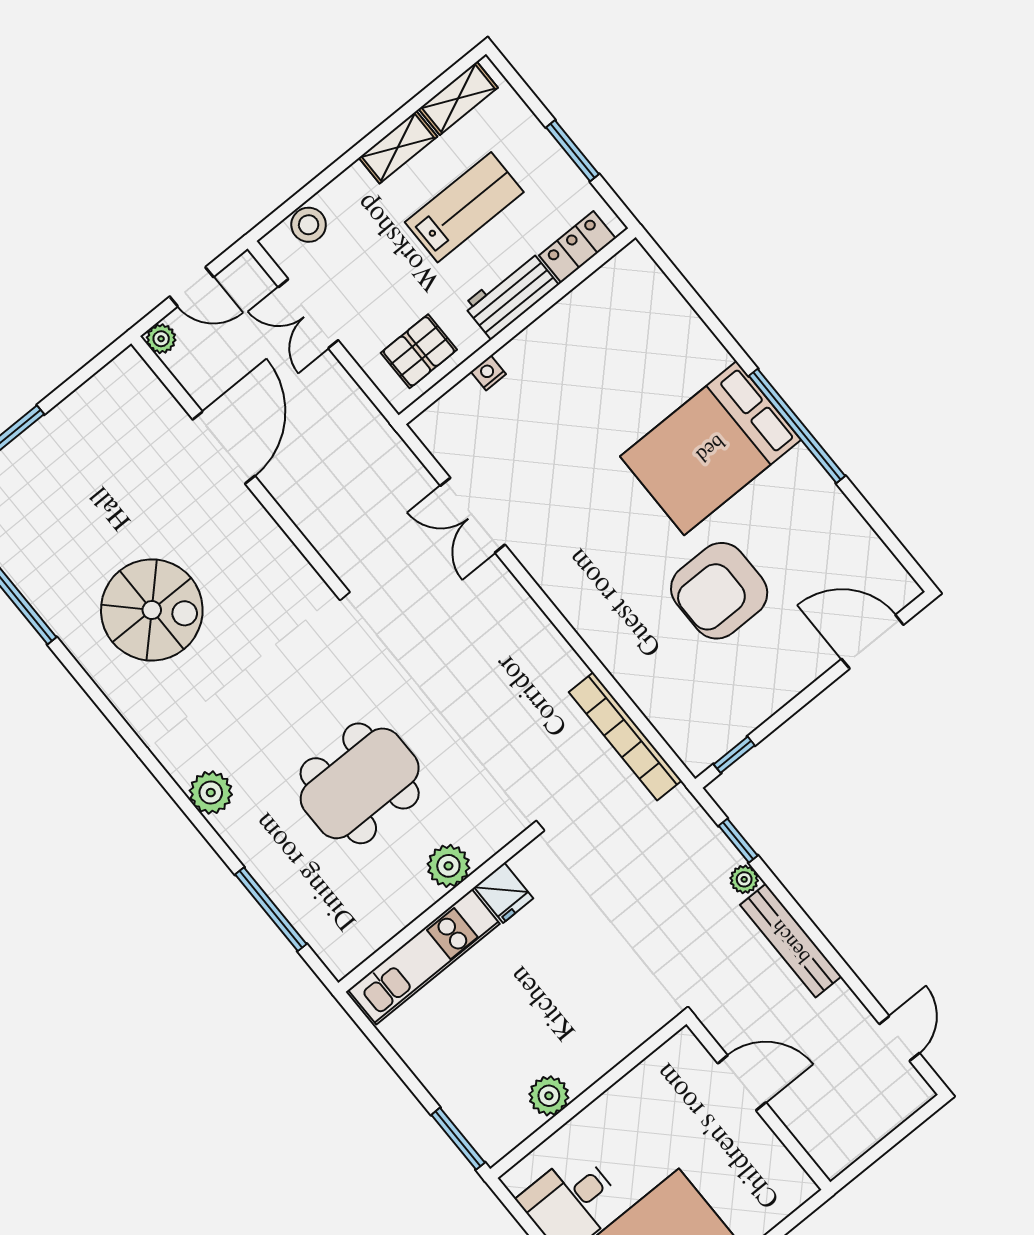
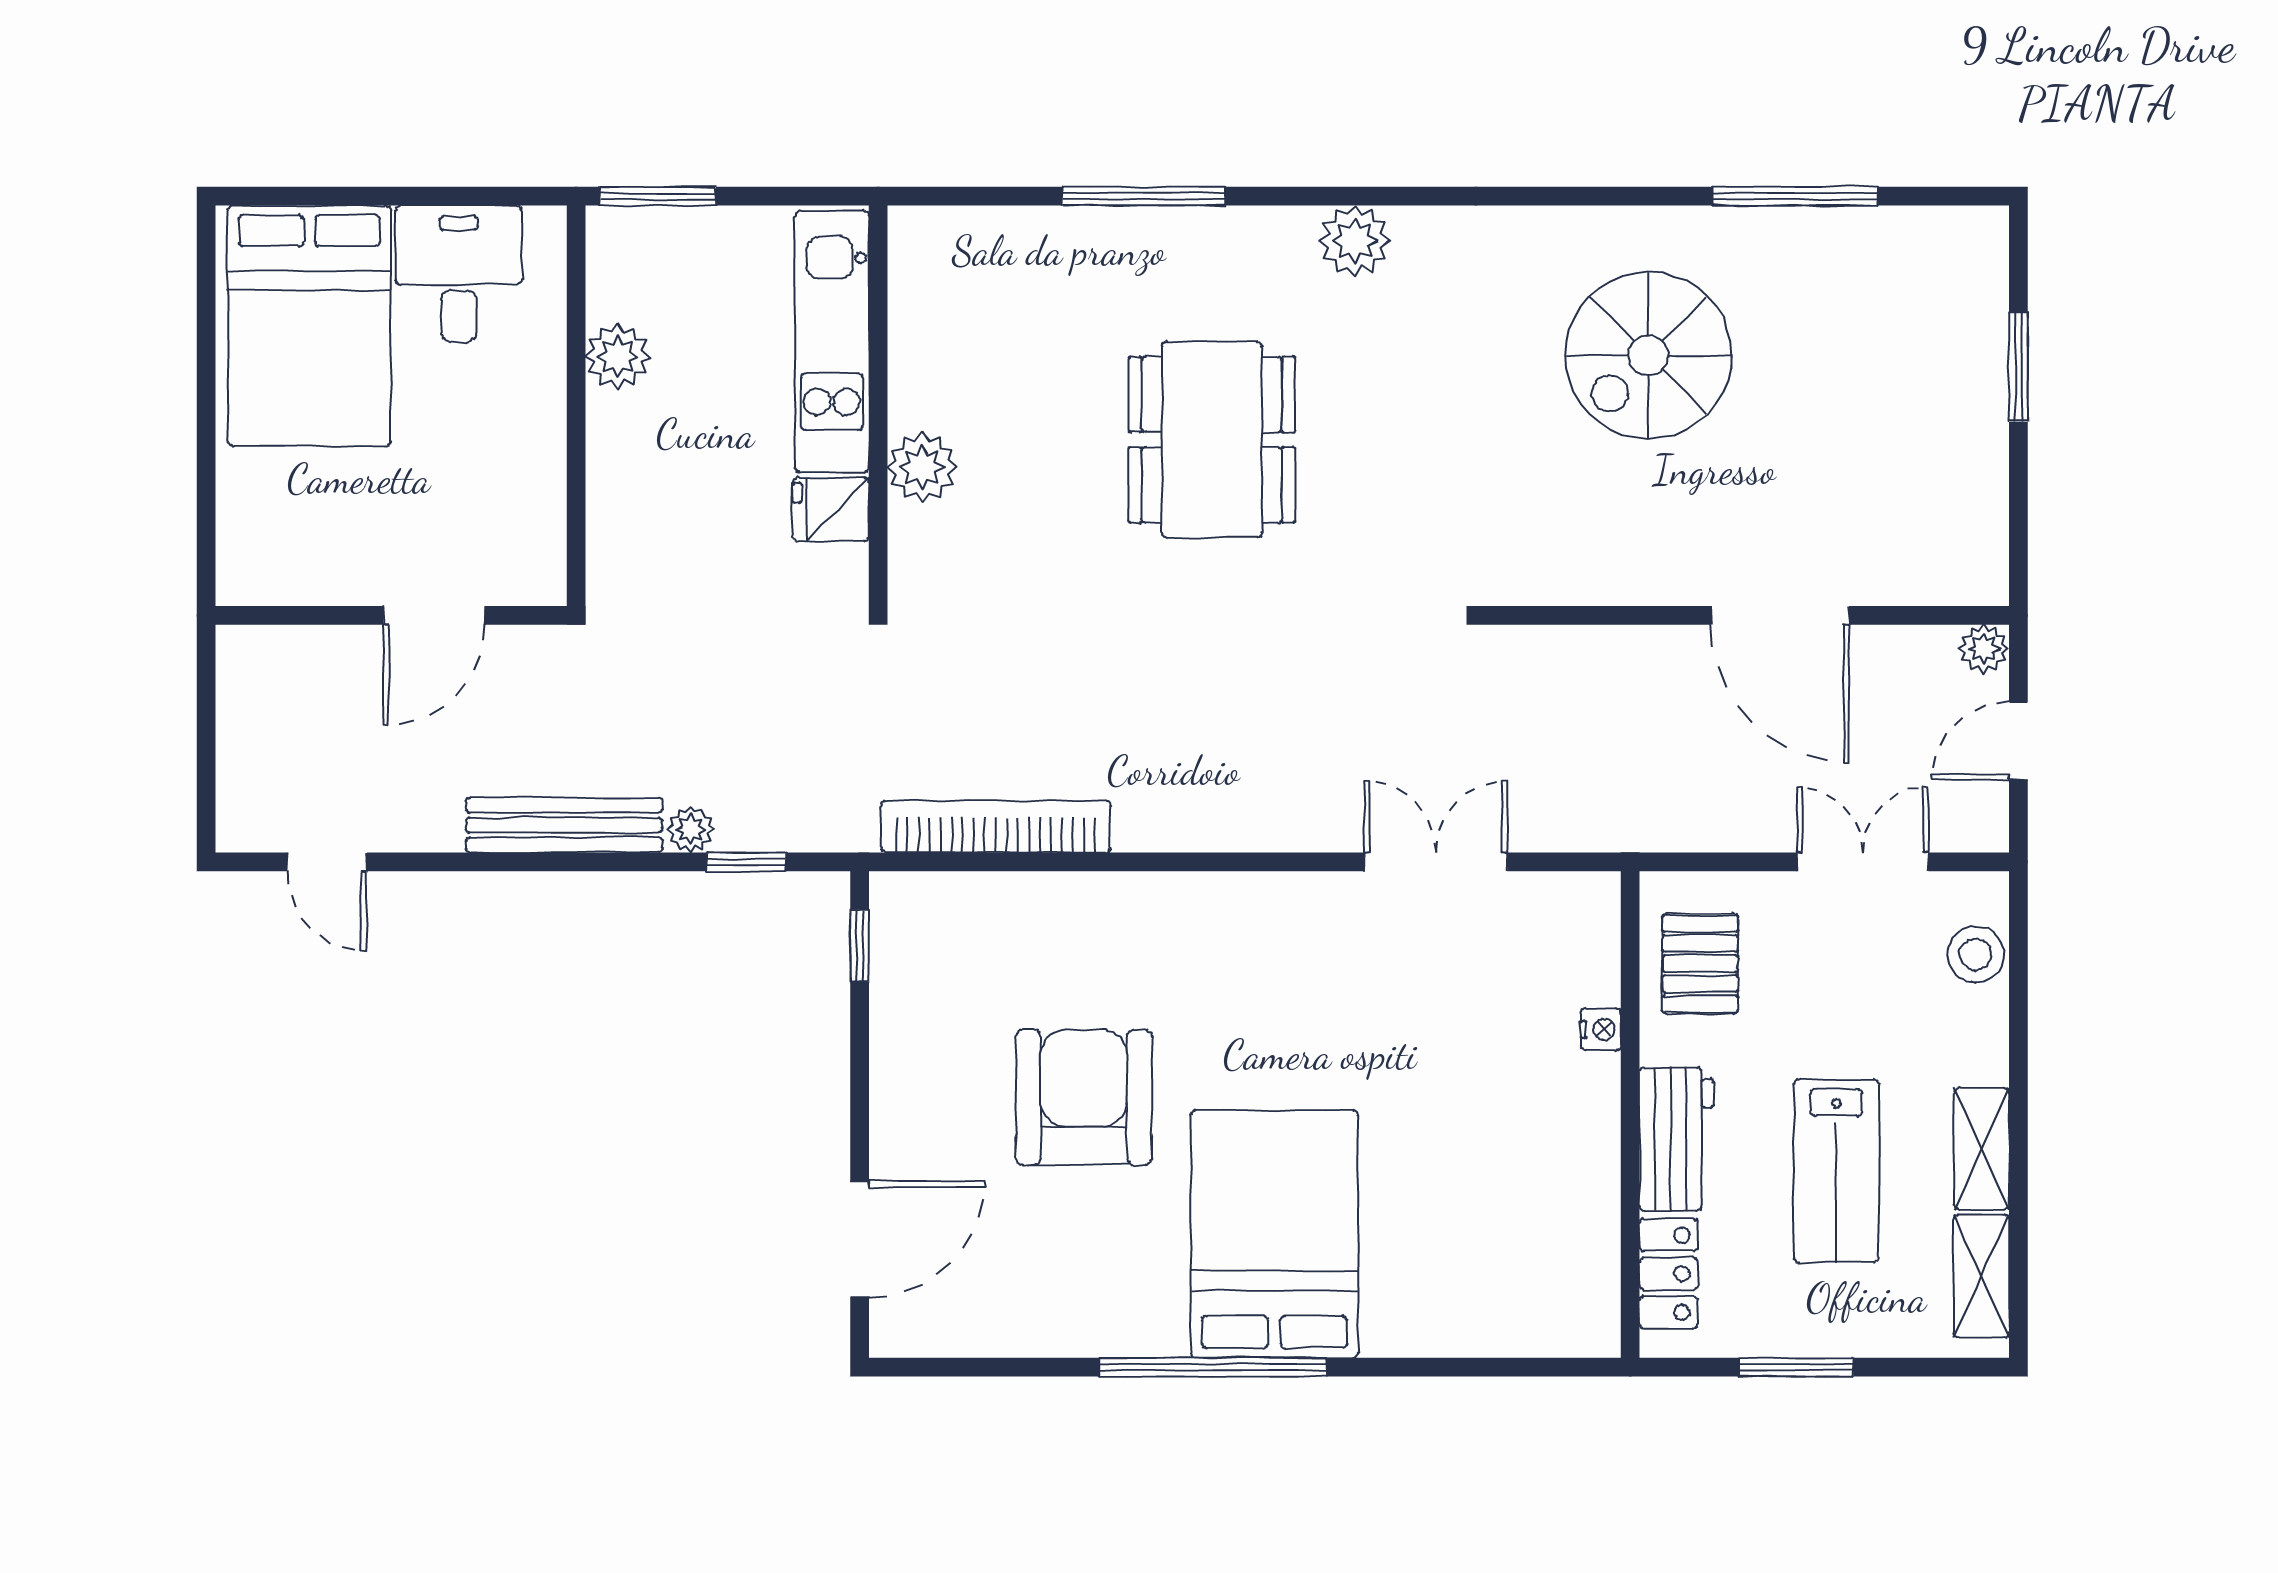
plant: (448, 866) -> (922, 467), moved
fridge: (504, 893) -> (831, 509), moved
wall: (436, 910) -> (878, 406), moved
kitchen unit: (424, 957) -> (832, 342), moved

